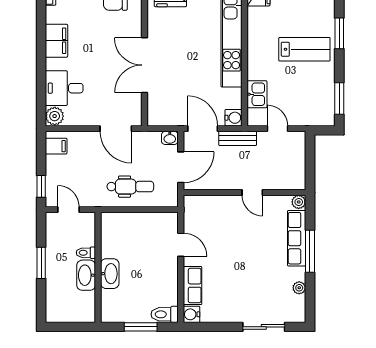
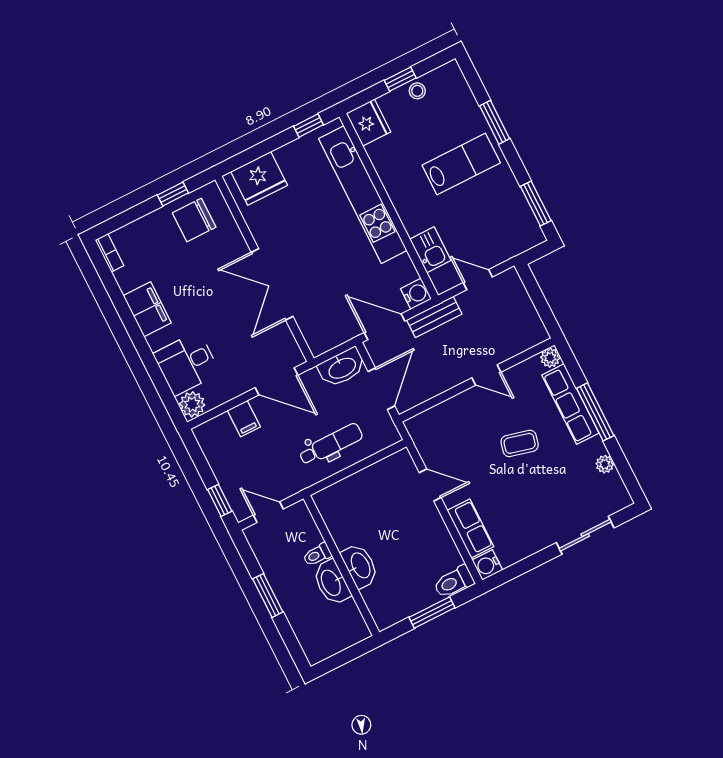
washbasin: (170, 138) -> (342, 368), width x1.91, depth x1.45
filing cabinet: (56, 146) -> (244, 419), moved, turned 90
coffee table: (251, 247) -> (520, 443), added

